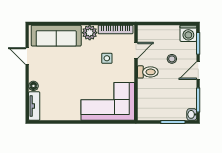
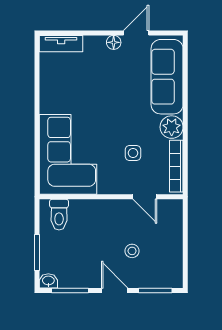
washing machine: (188, 33) -> (171, 276), removed
toilet: (148, 72) -> (59, 215), moved
floor lamp: (33, 86) -> (114, 42), moved

